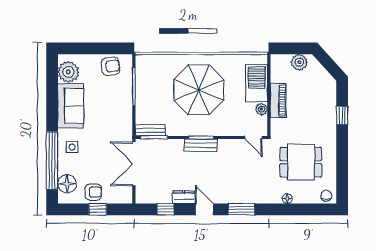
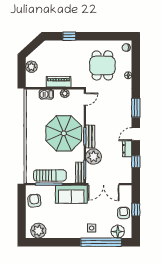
barbecue: (257, 83) -> (46, 94), width x0.53, depth x0.65
sun lounger: (146, 88) -> (50, 175), added
parasol: (199, 90) -> (64, 133), moved
sofa: (71, 106) -> (71, 194), moved, turned 180
plant: (173, 150) -> (94, 157), added

